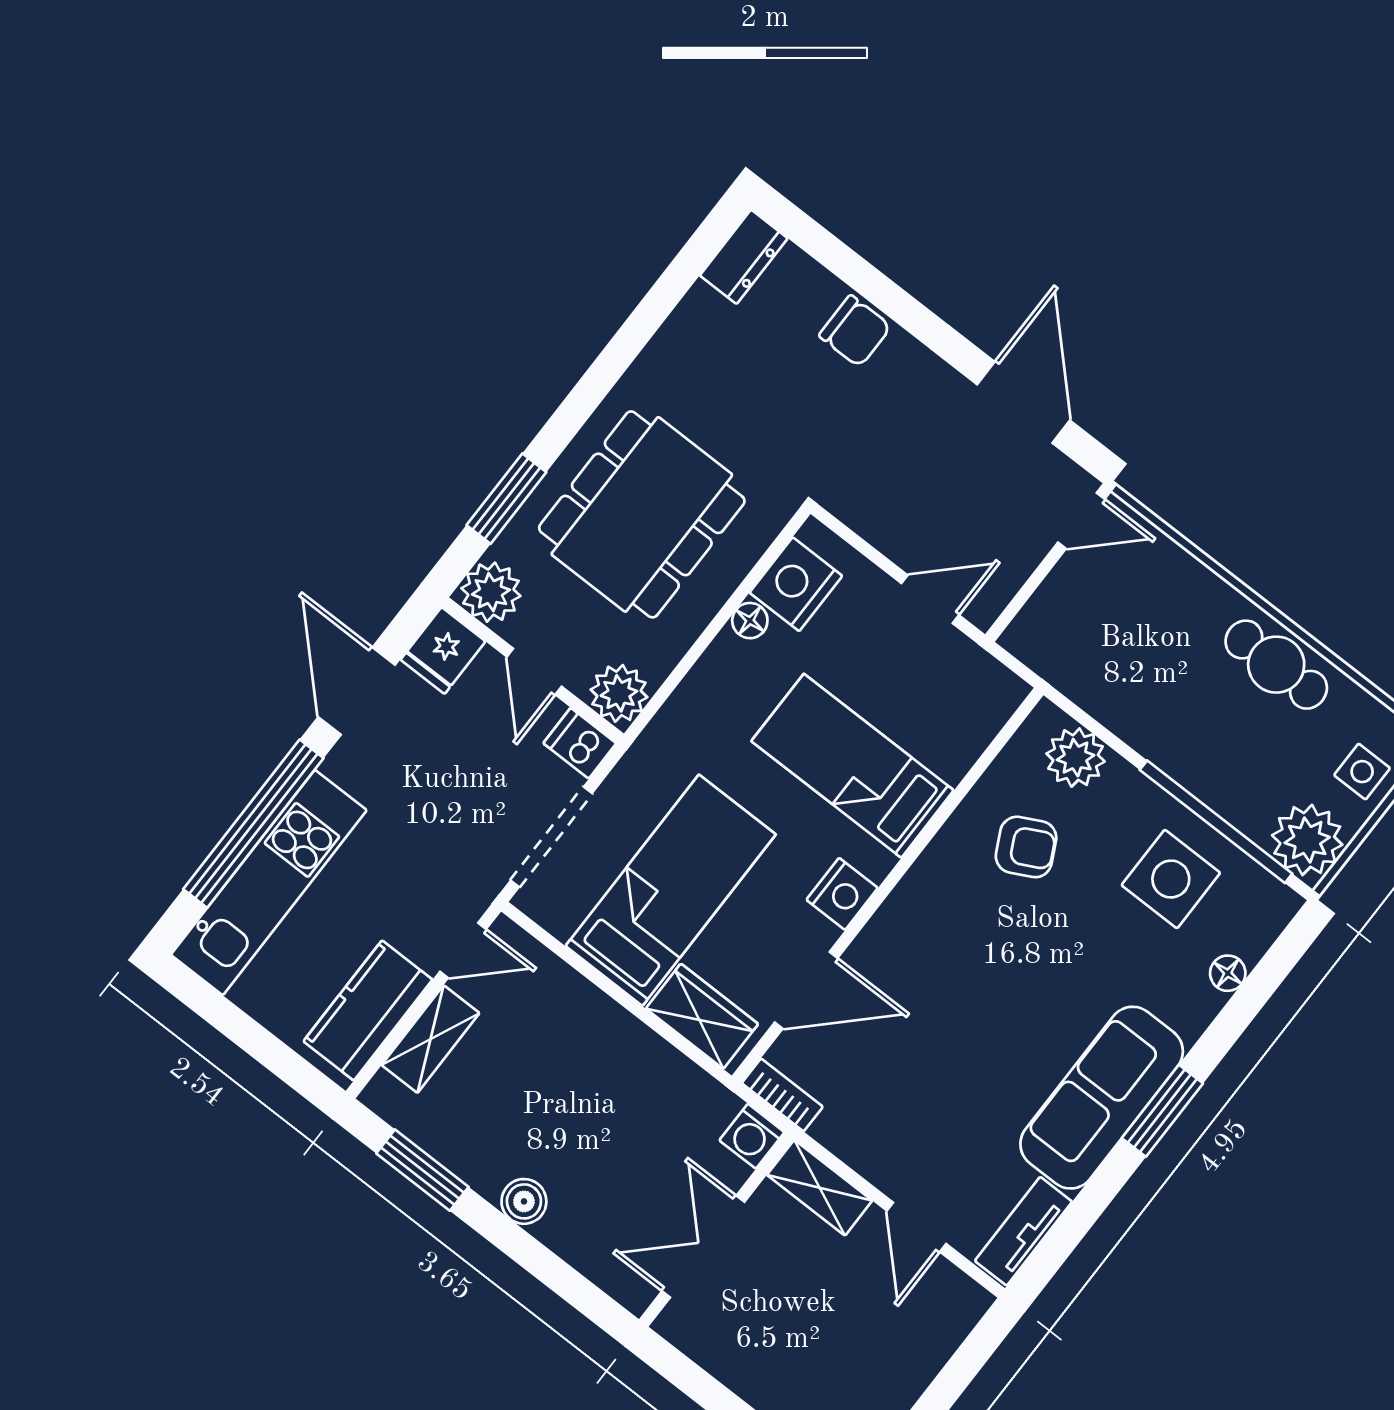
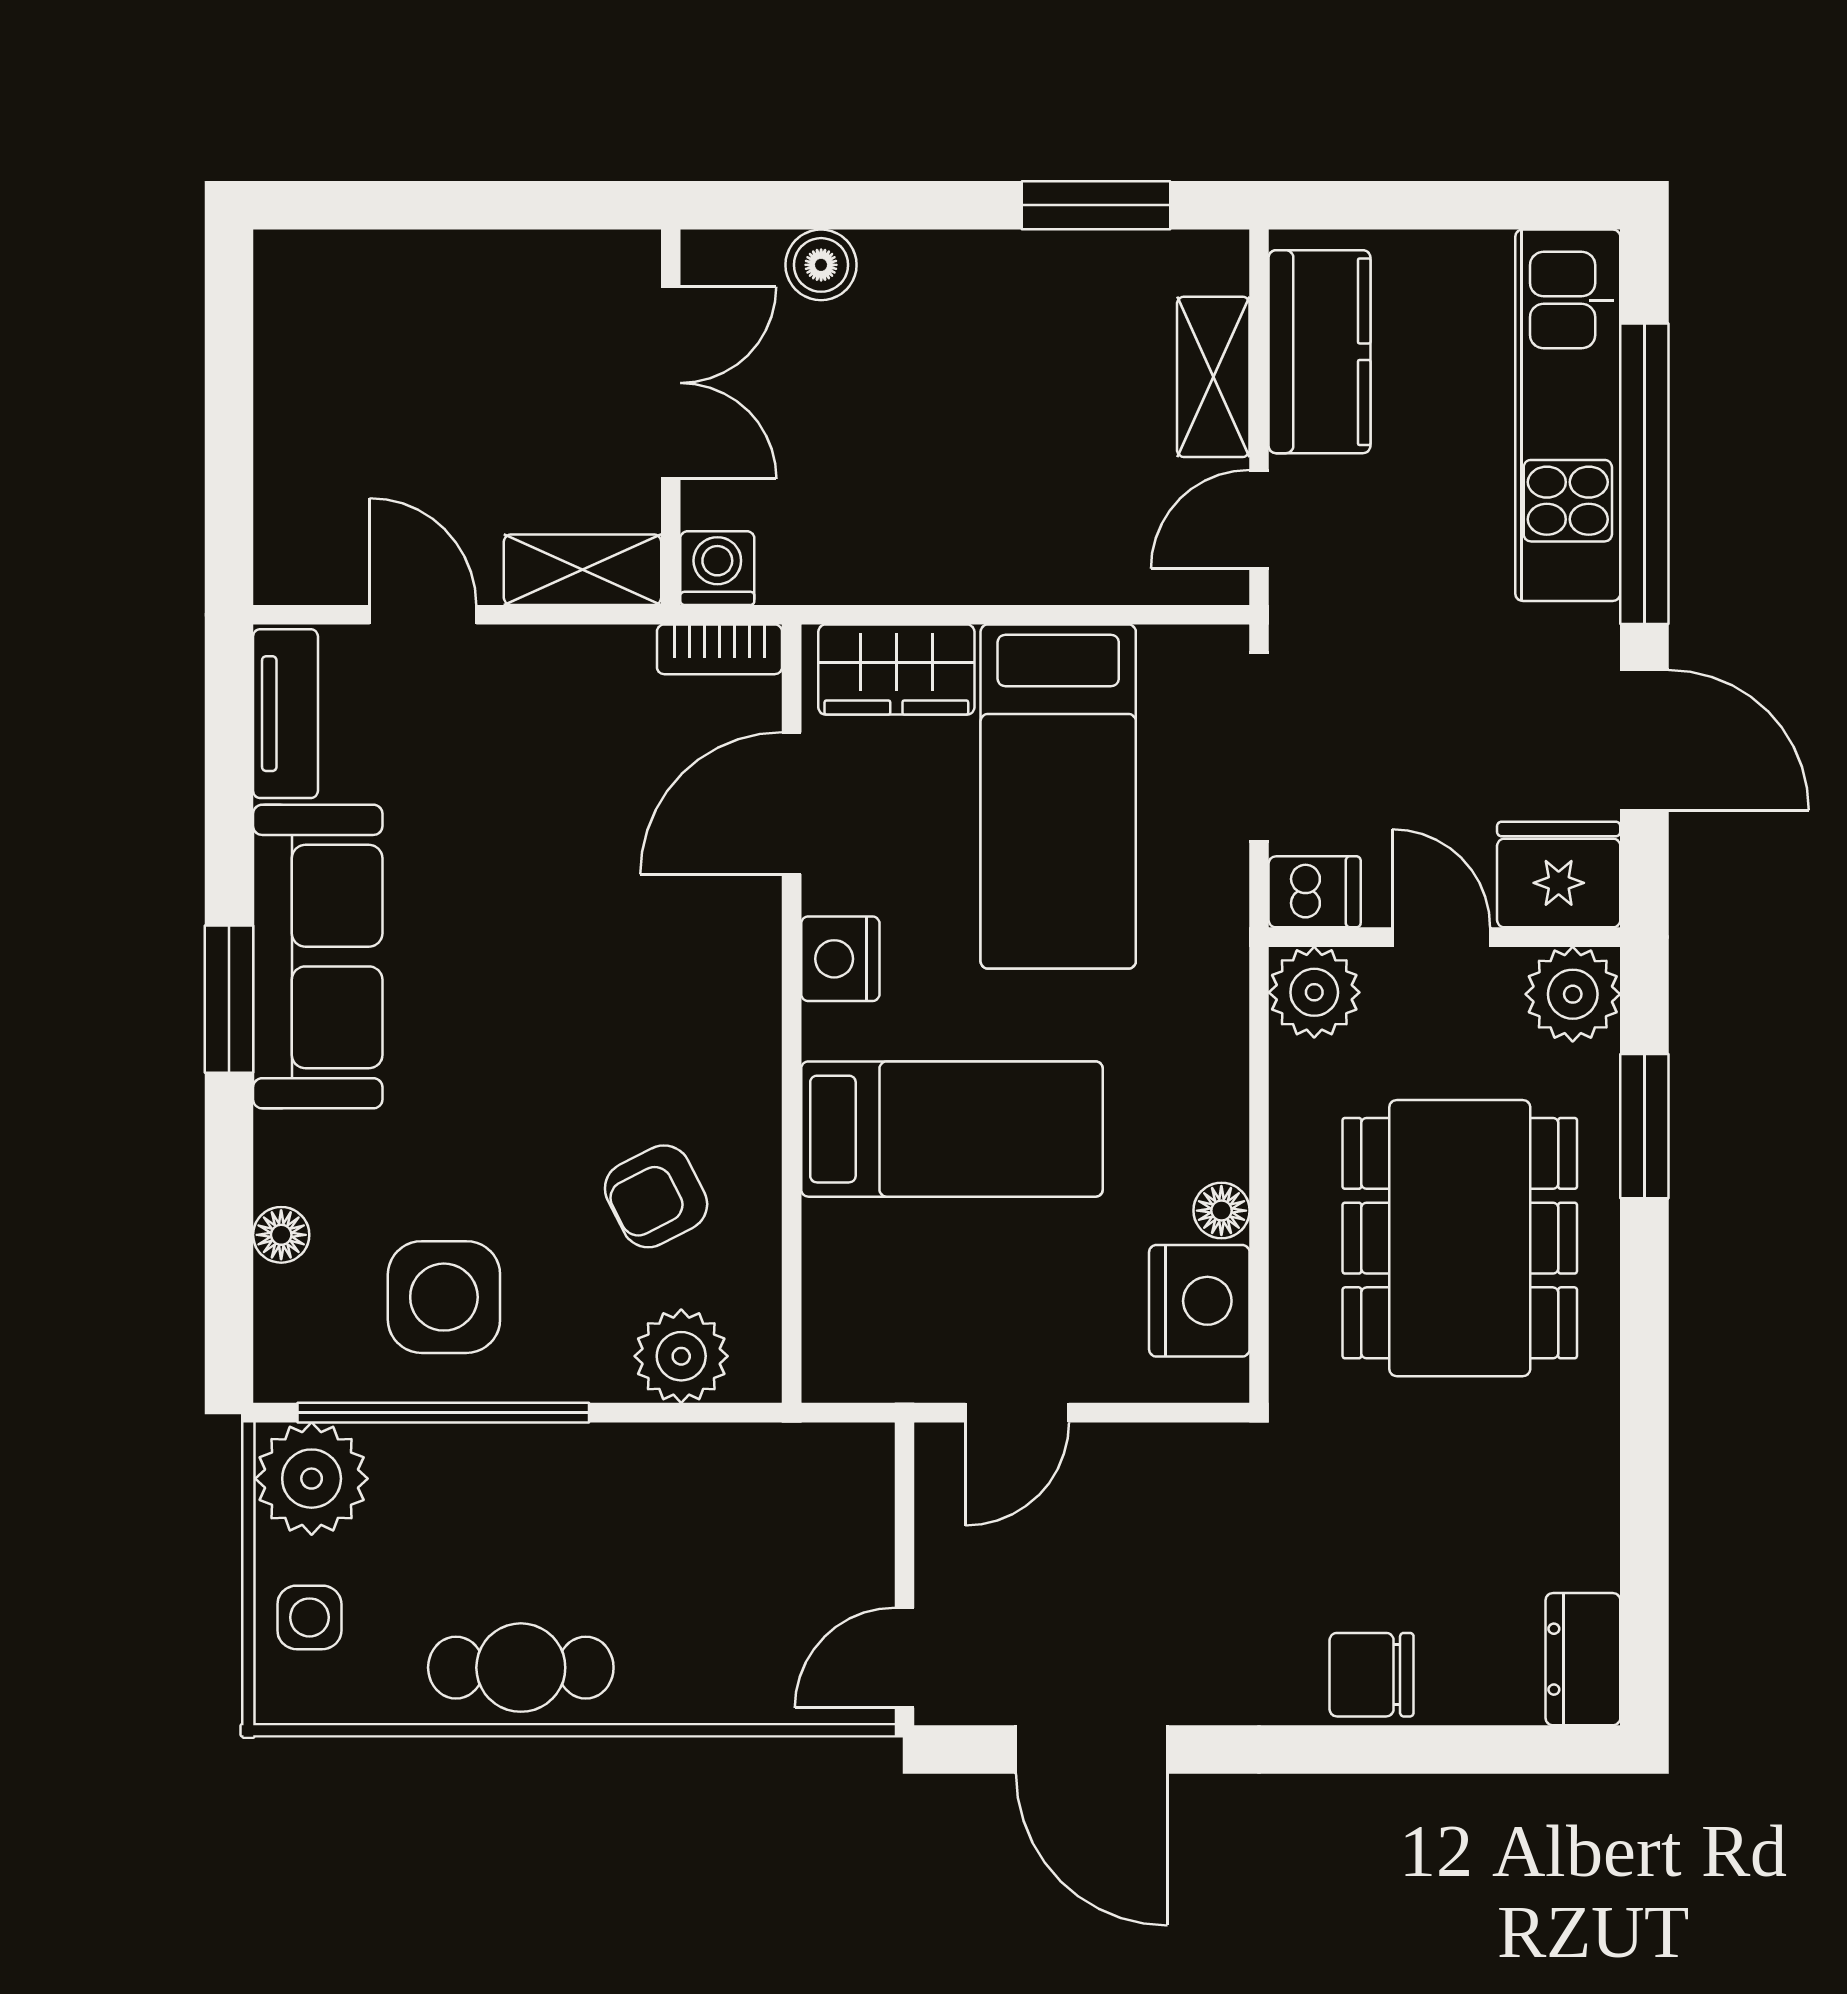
fridge: (443, 651) -> (1559, 874), width x1.38
boiler: (524, 1201) -> (821, 265), moved

